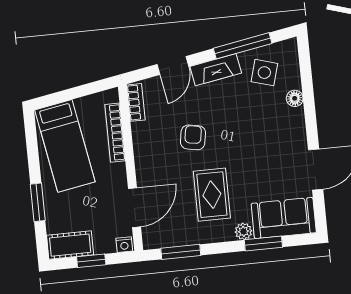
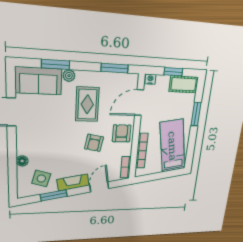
window: (243, 46) -> (54, 195), width x0.69
armchair: (153, 157) -> (122, 133), added

